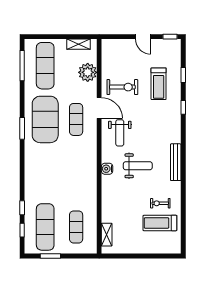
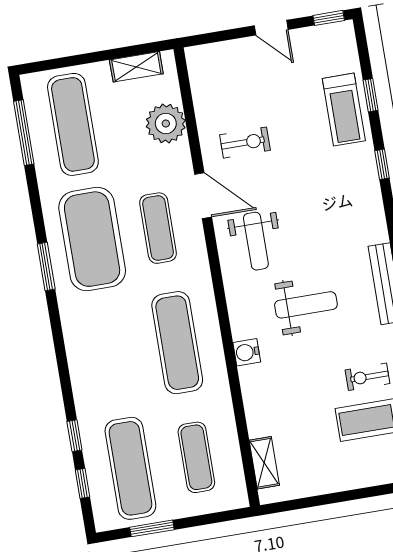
treadmill: (159, 84) -> (344, 110), moved
exercise bike: (122, 87) -> (245, 143), width x0.73, depth x0.72
water cooler: (107, 169) -> (247, 352), moved
exercise mat: (76, 173) -> (177, 343), added

